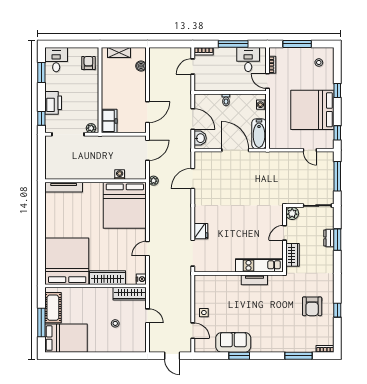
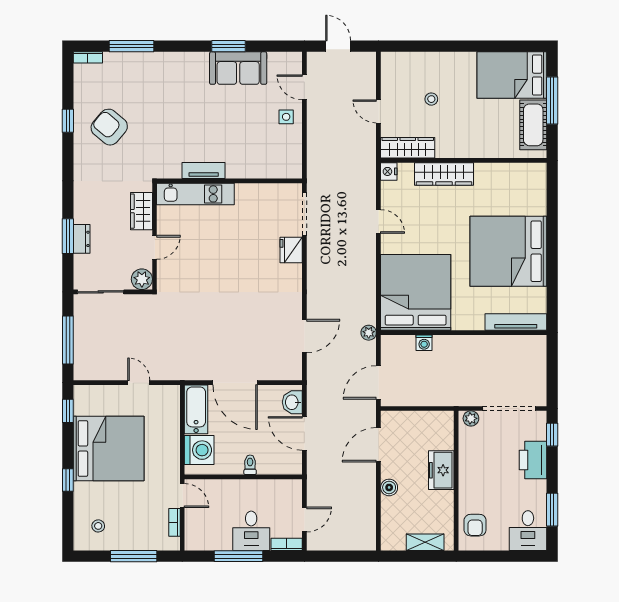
desk: (248, 60) -> (251, 531), moved
boiler: (141, 66) -> (389, 487), moved
washing machine: (261, 105) -> (199, 450), width x1.89, depth x1.89
freezer: (109, 121) -> (441, 470), moved
door: (310, 150) -> (139, 383), moved
door: (148, 249) -> (378, 221), hinge flipped
bed: (67, 261) -> (508, 251), moved, turned 90
armchair: (312, 306) -> (109, 127), turned -50

